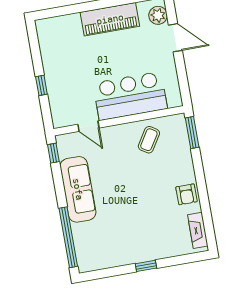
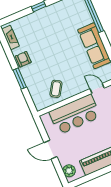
door: (175, 38) -> (50, 150), moved
window: (192, 133) -> (20, 79), moved

